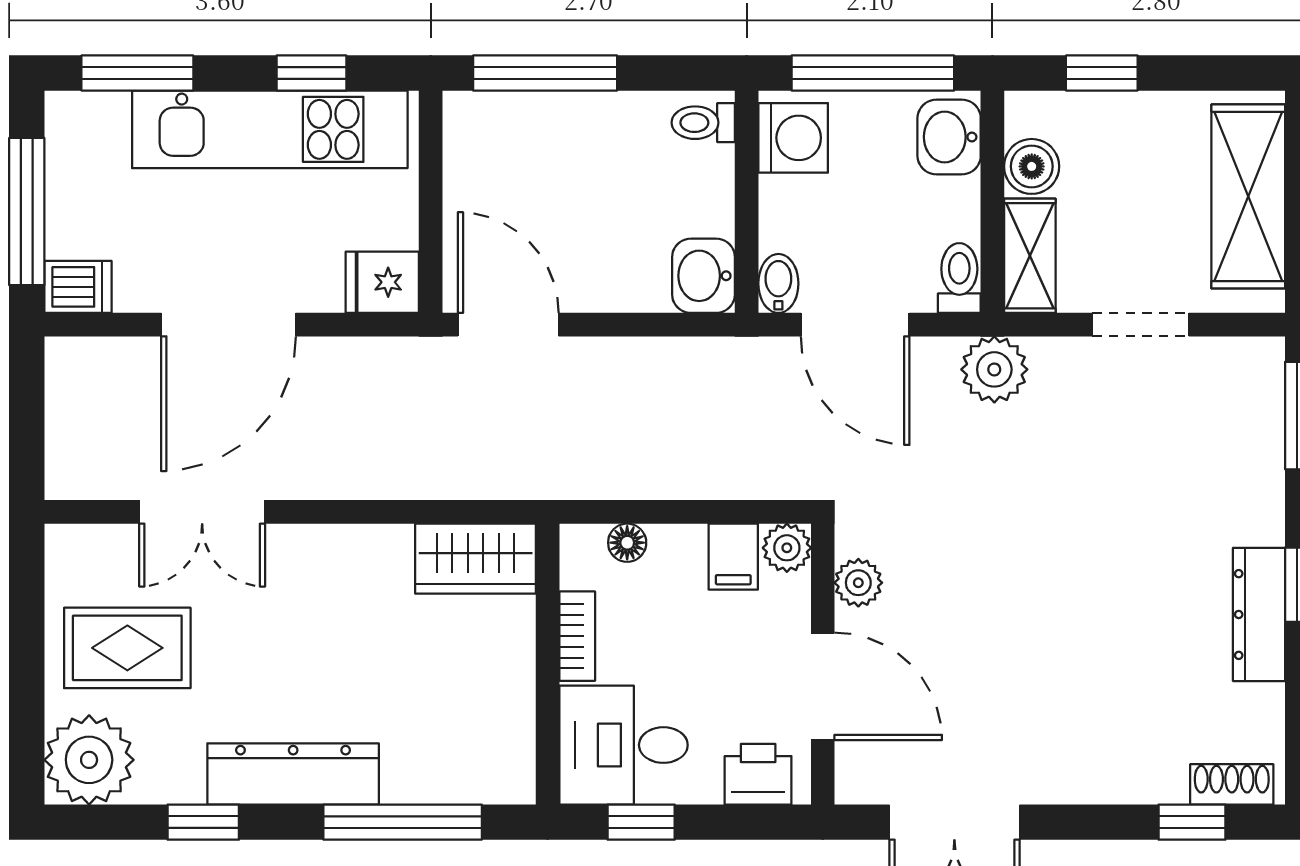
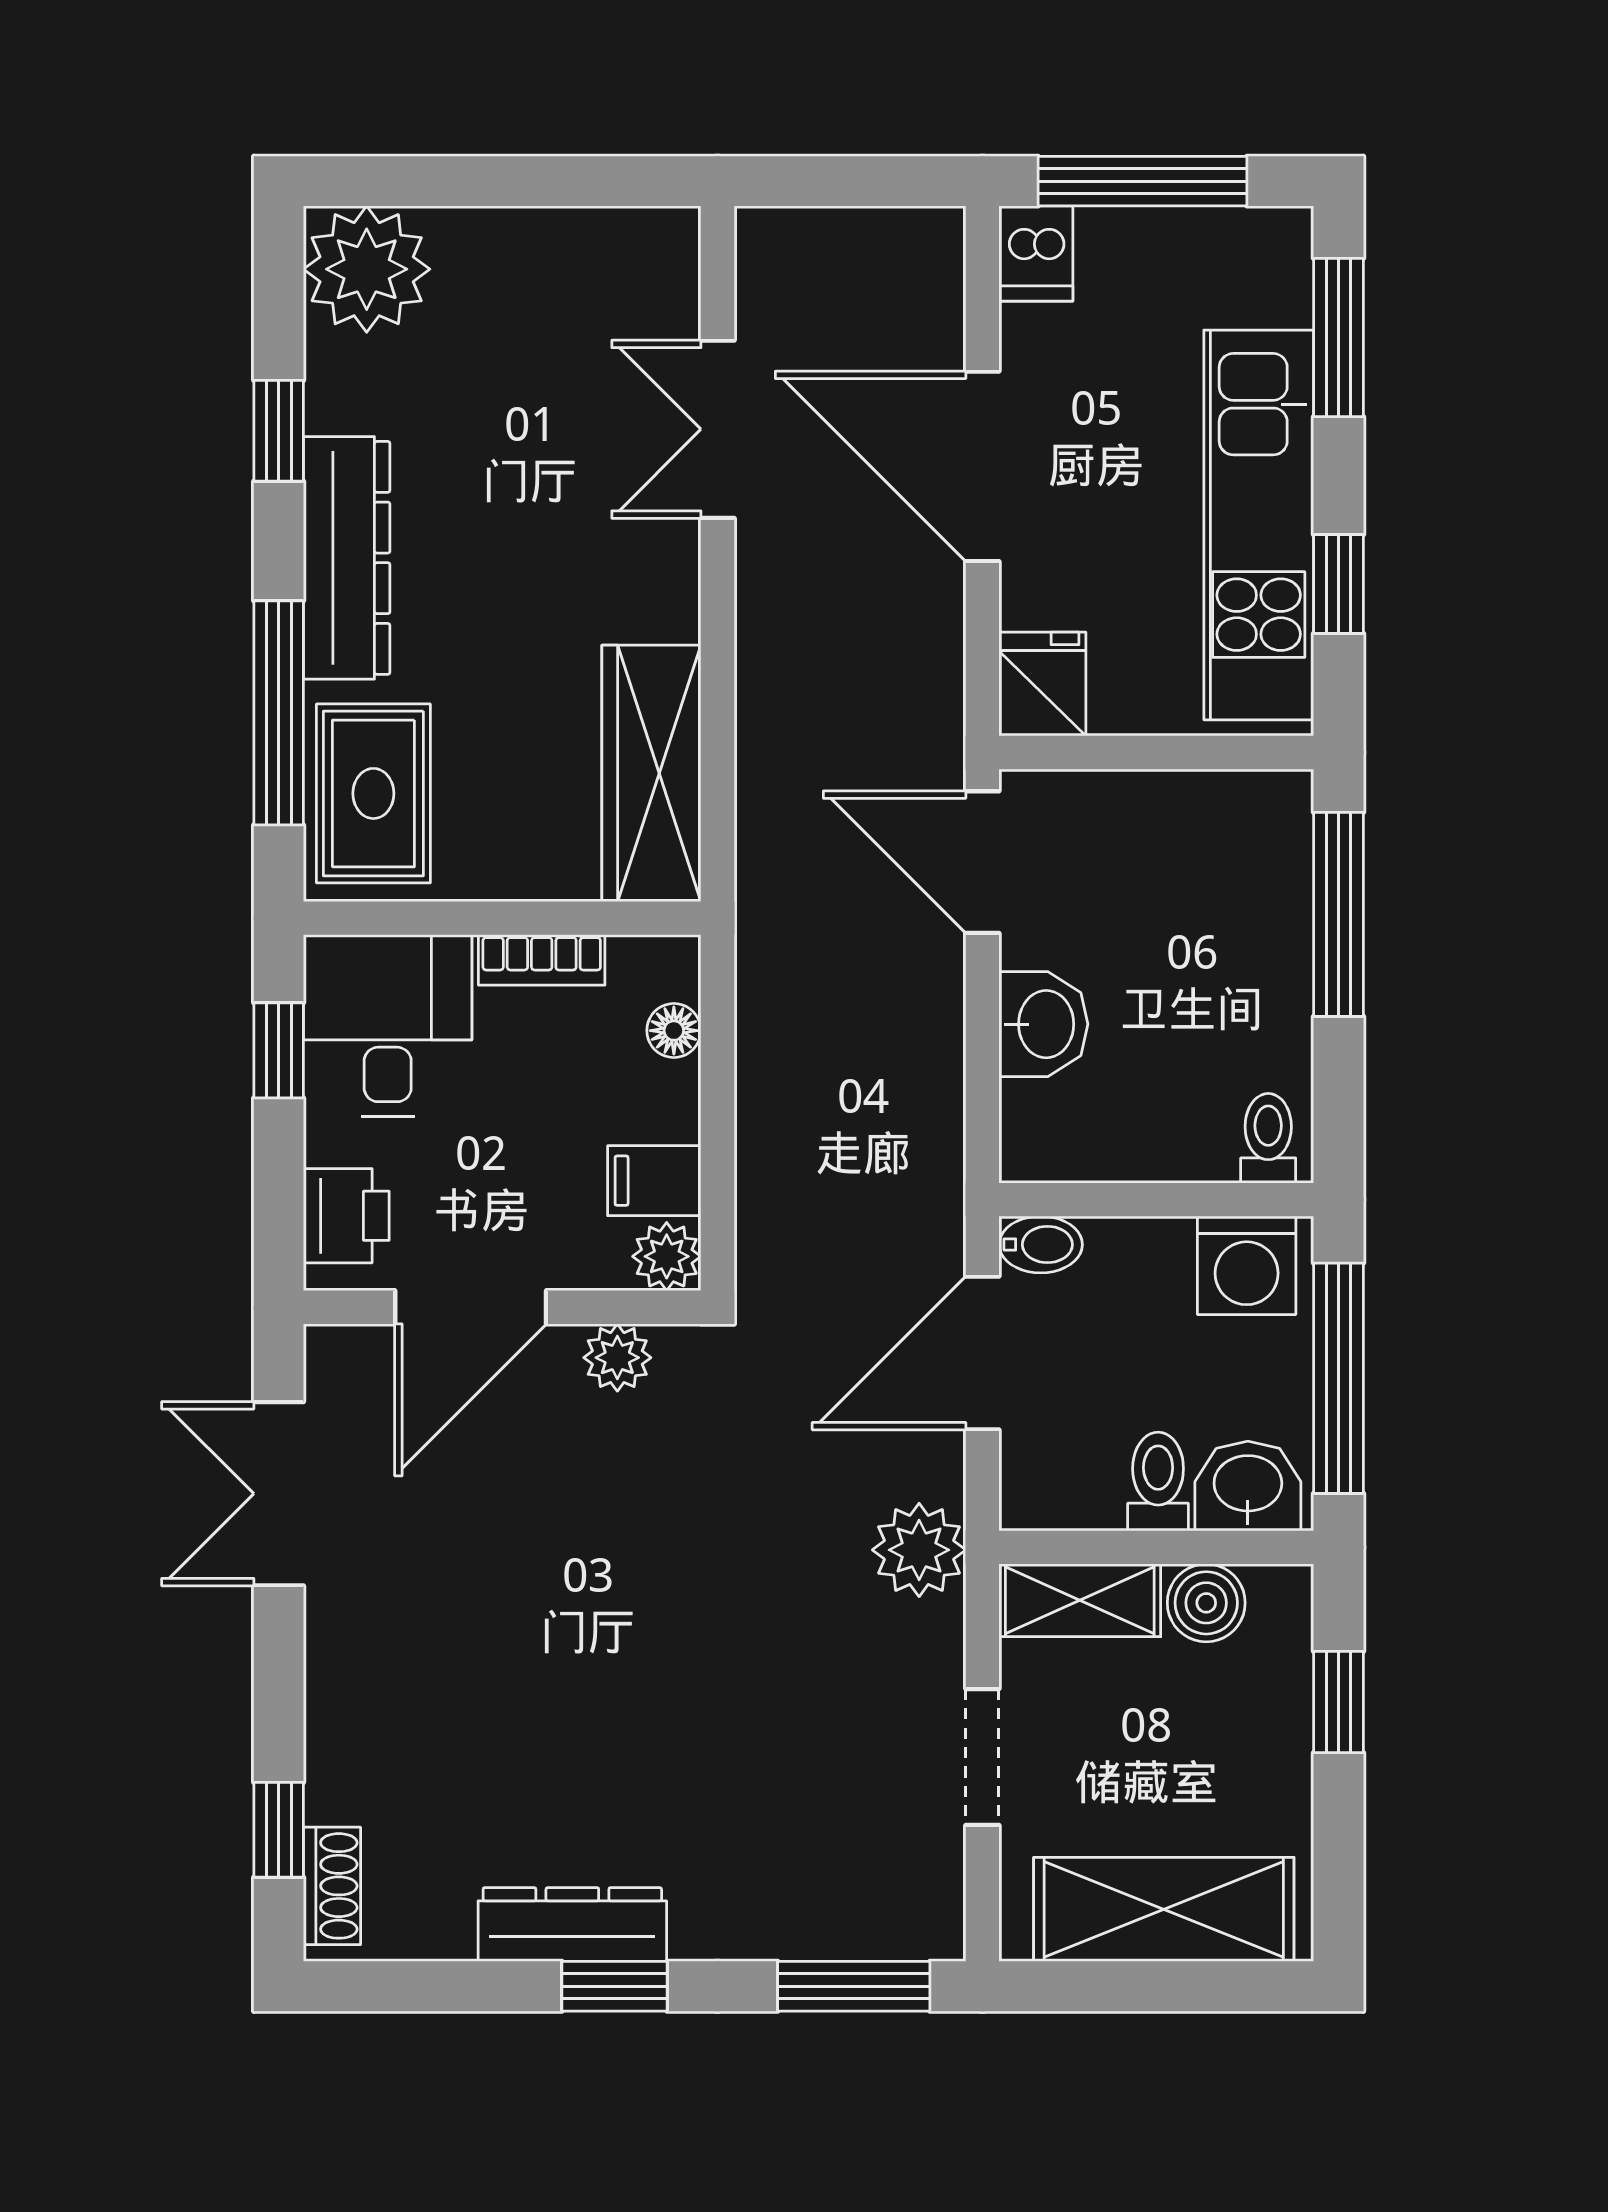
washbasin: (703, 276) -> (1043, 1024), moved, turned 90
toilet: (959, 278) -> (1158, 1481), moved, turned -90
door: (508, 325) -> (982, 862), swing flipped
wardrobe: (476, 559) -> (651, 773), width x1.50
rug: (127, 648) -> (373, 793), moved

